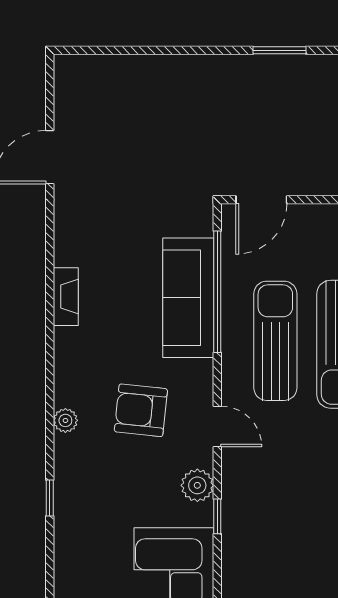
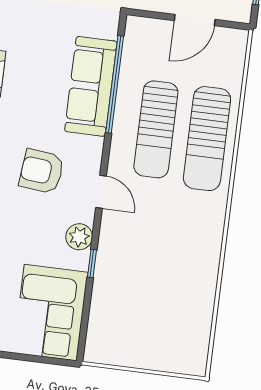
door: (261, 200) -> (195, 20), moved
sun lounger: (275, 341) -> (156, 129), turned 180

